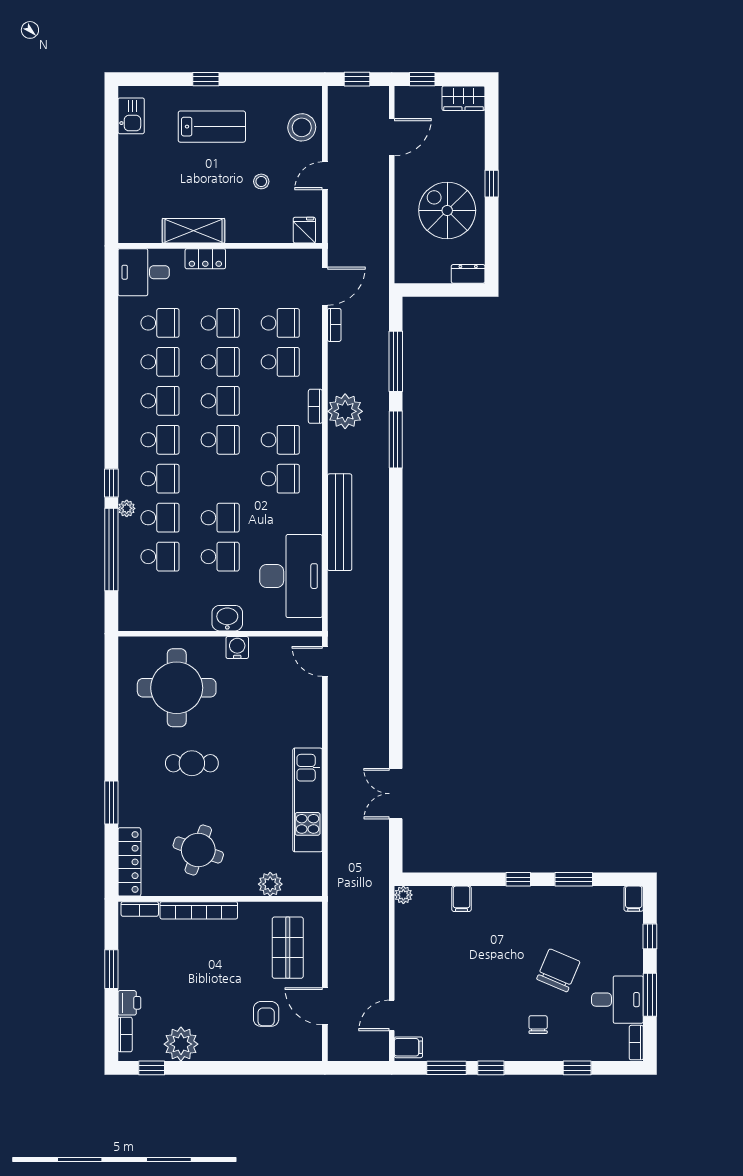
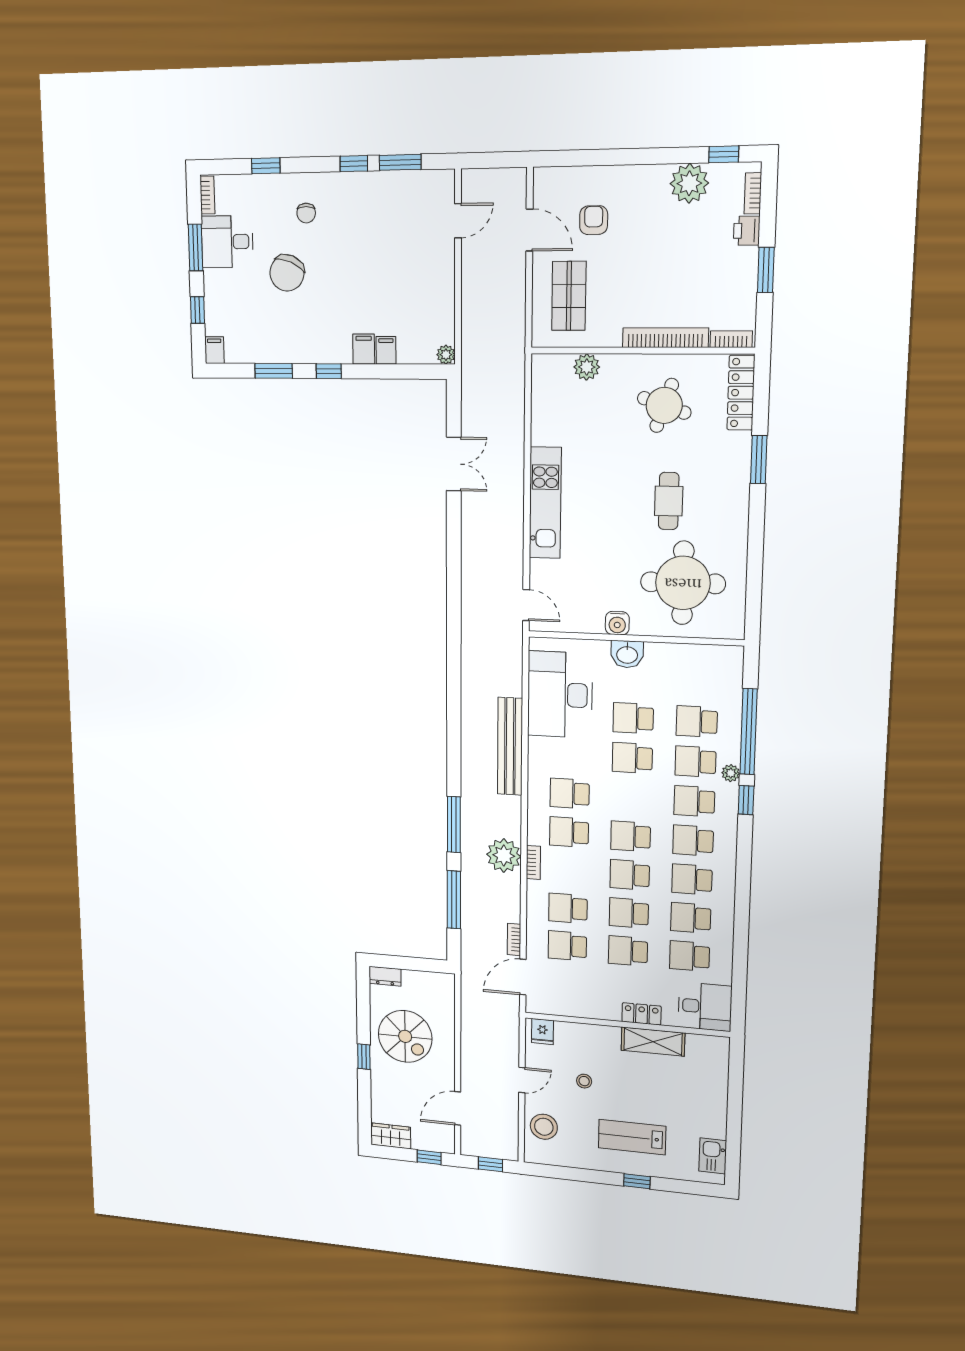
cafe table: (192, 763) -> (669, 501), turned 90
kitchen unit: (308, 800) -> (545, 503), moved
filing cabinet: (408, 1047) -> (364, 349), moved, turned 90

